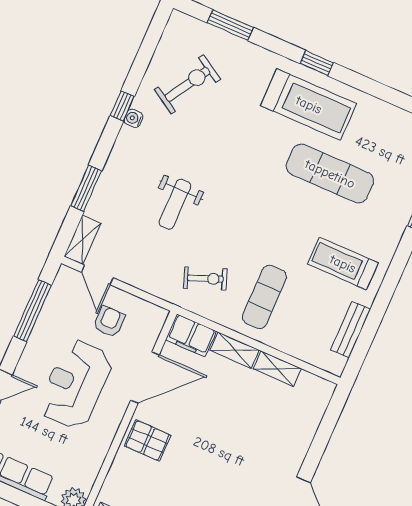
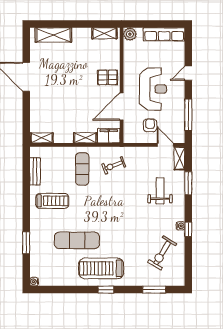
weight bench: (175, 204) -> (160, 191), moved
armchair: (109, 322) -> (150, 125), turned 180
shelving: (277, 369) -> (42, 138), moved

